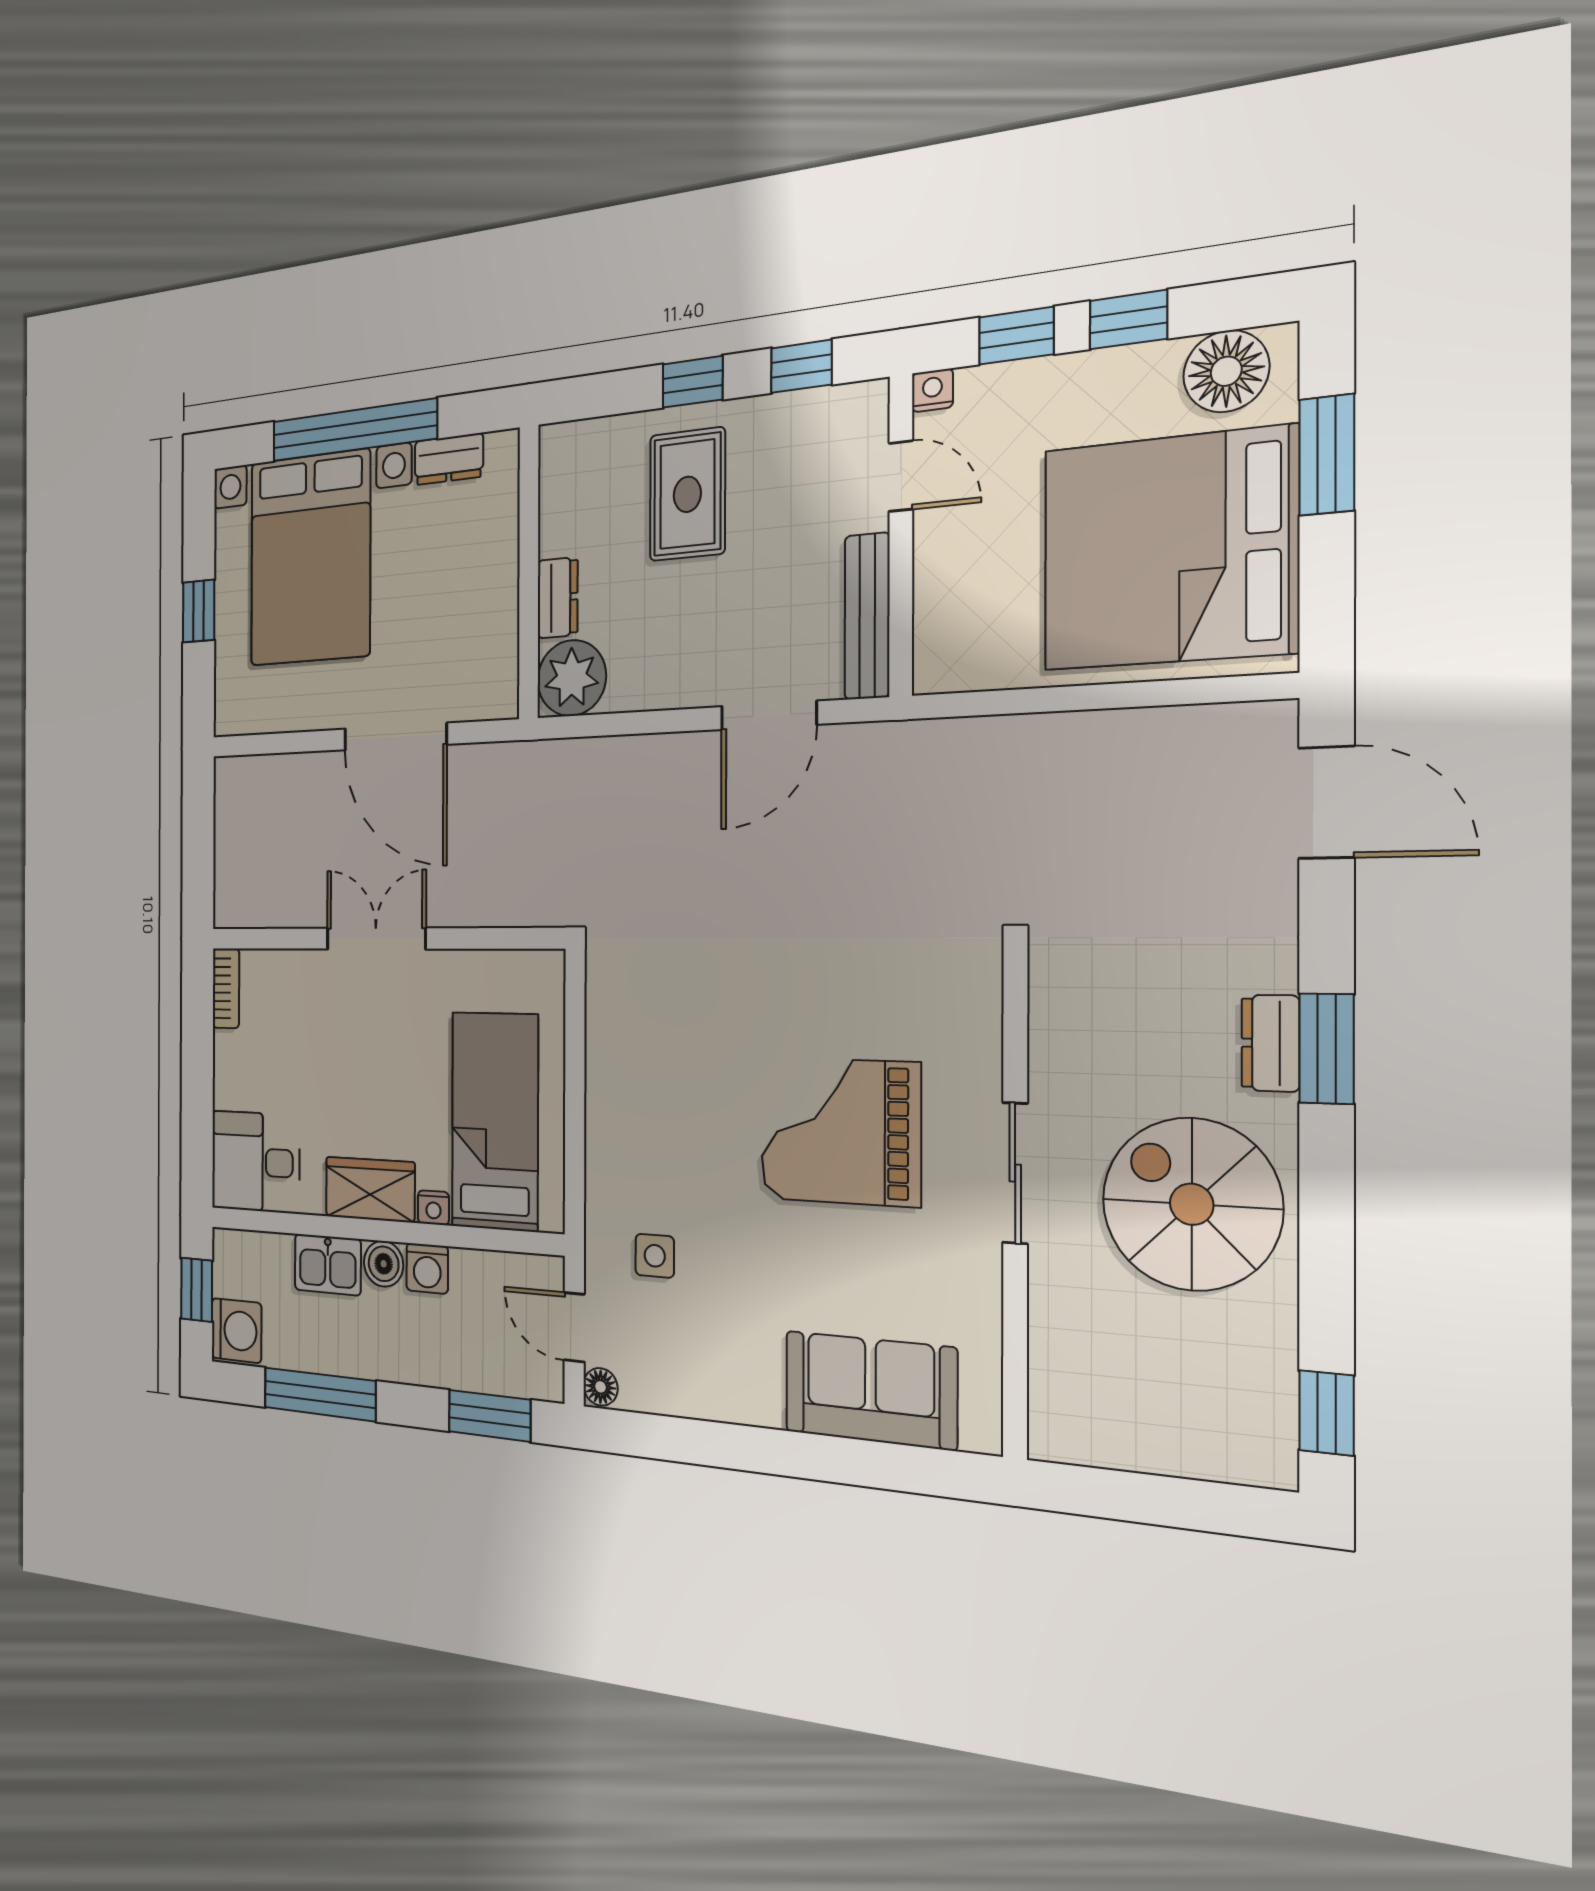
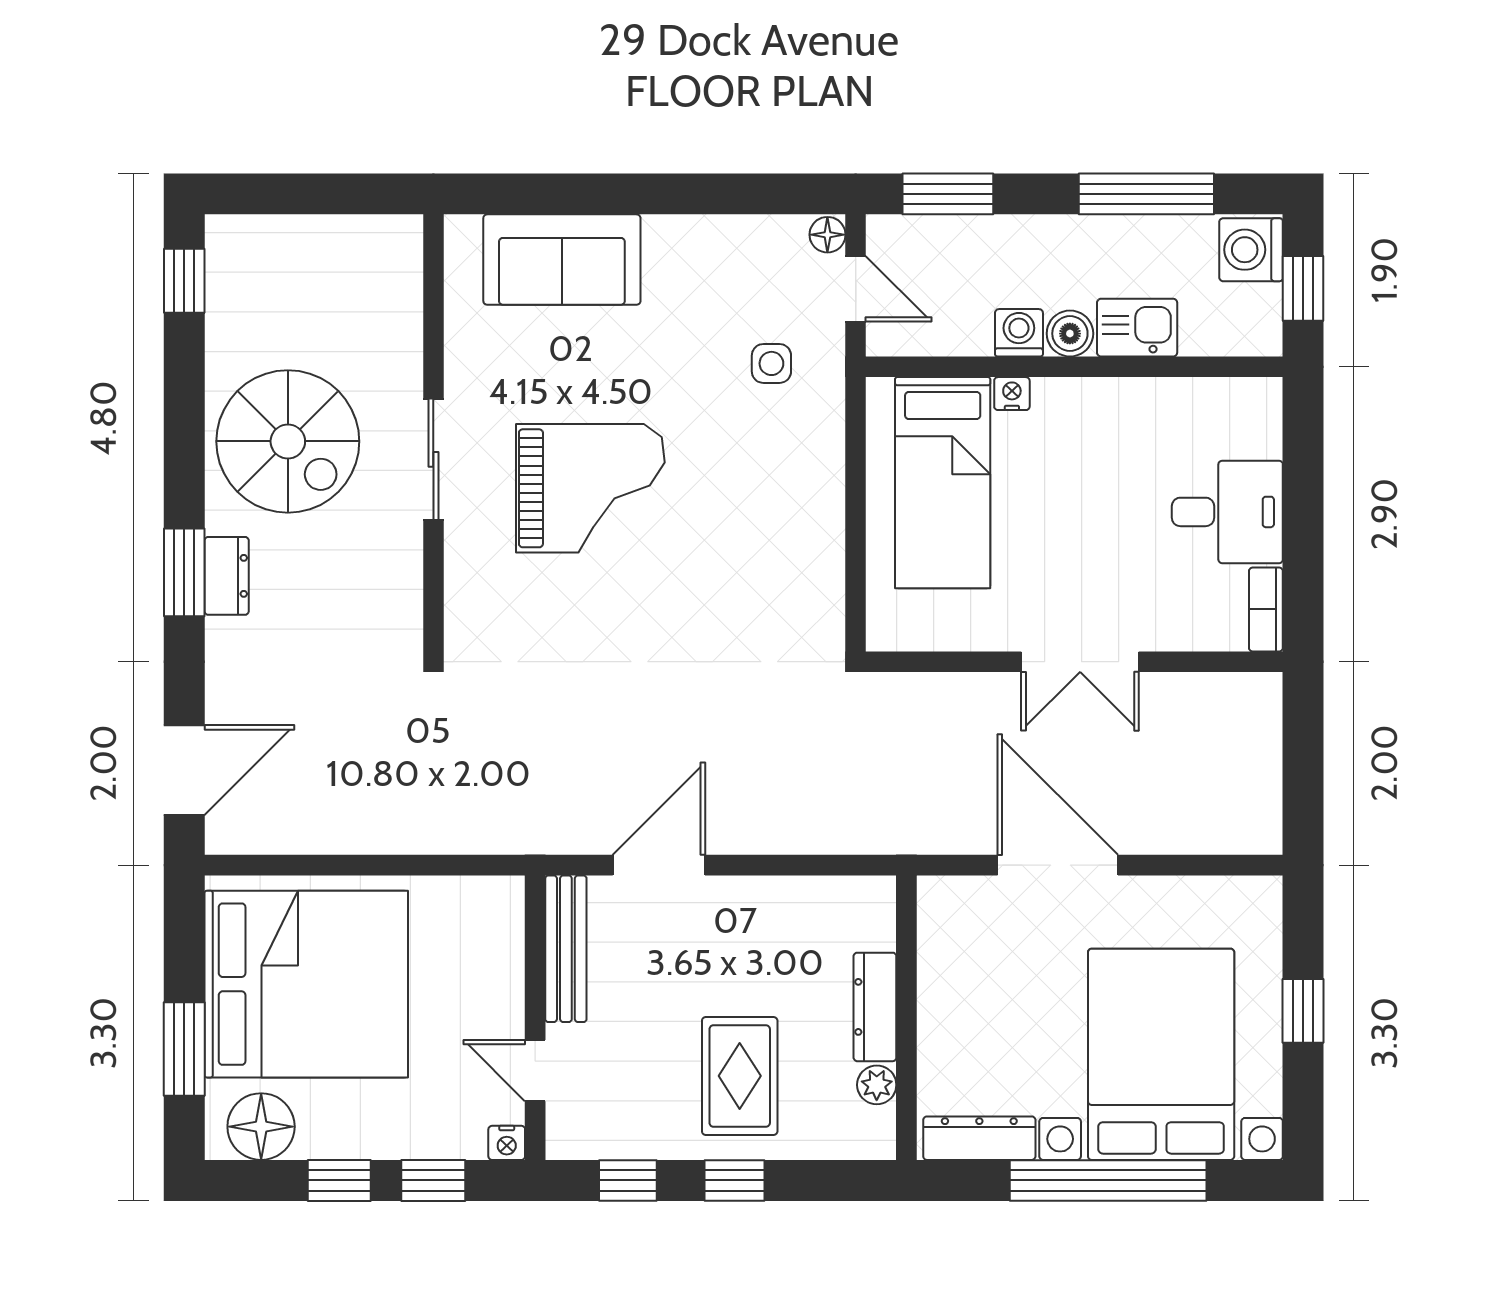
dresser: (449, 459) -> (979, 1138), width x1.44
dresser: (558, 598) -> (875, 1007), width x1.44
plant: (572, 678) -> (877, 1085), moved, width x0.53, depth x0.53
door: (1327, 802) -> (184, 770), swing flipped
desk: (256, 1162) -> (1227, 512), moved
wardrobe: (370, 1190) -> (1086, 407), removed

